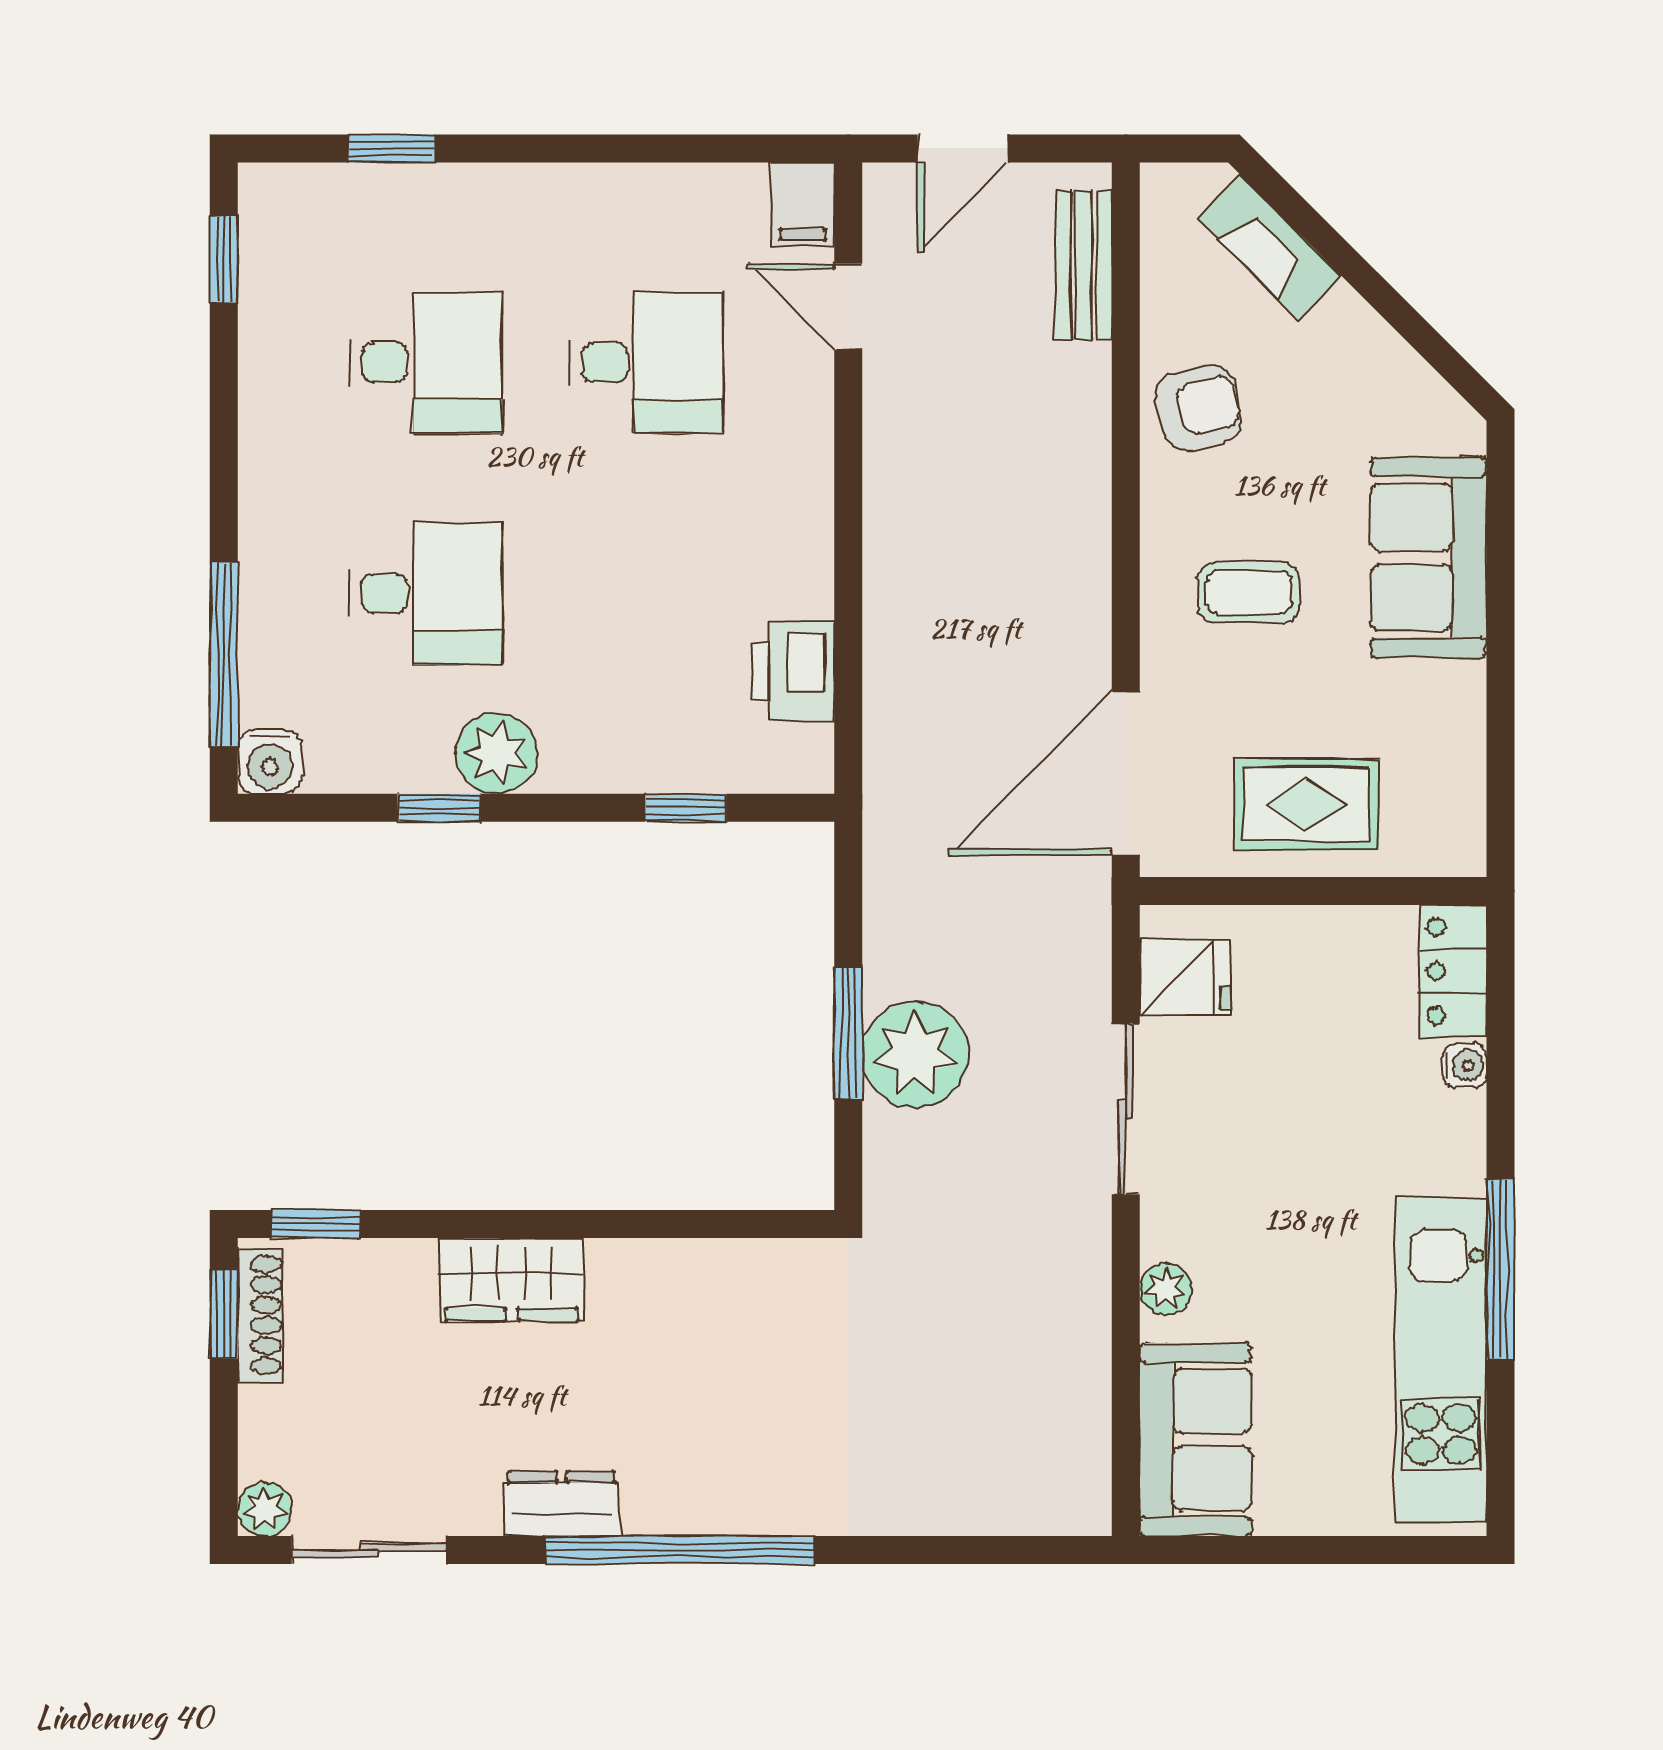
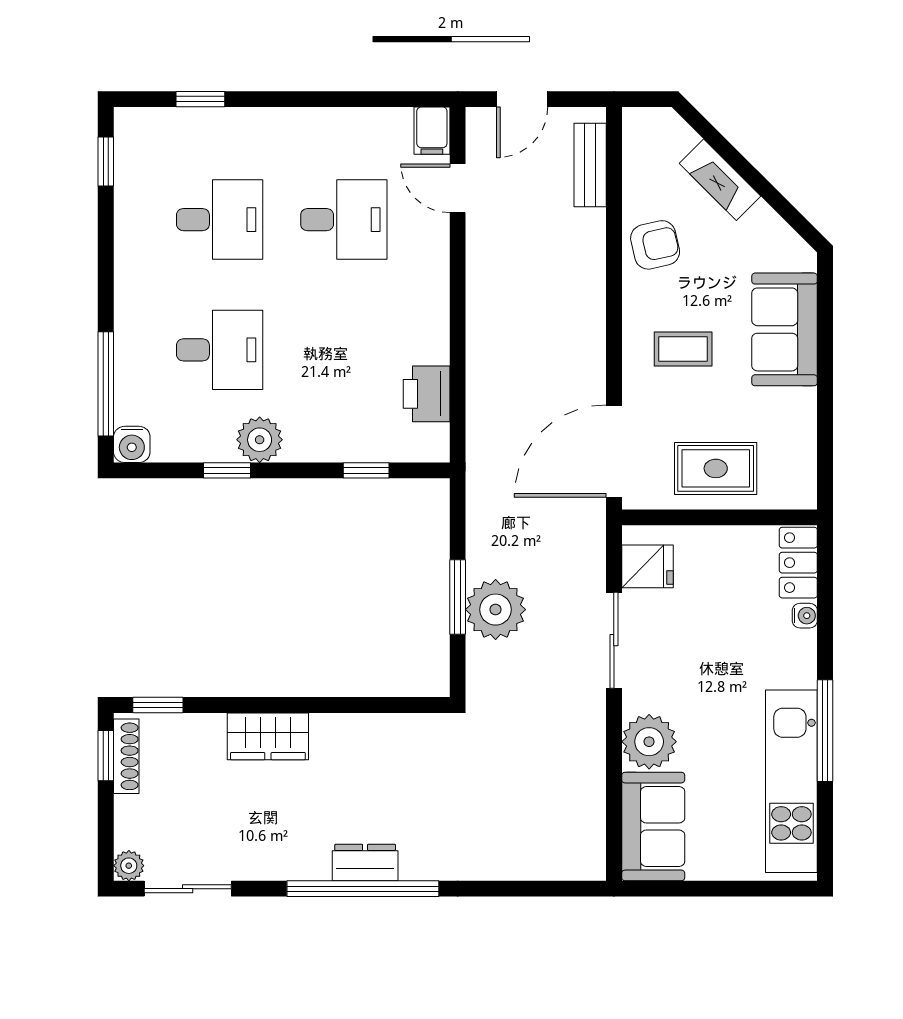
fireplace: (1269, 247) -> (720, 180), moved
plant: (1166, 1289) -> (649, 742), width x1.88, depth x1.88
dresser: (562, 1503) -> (365, 862), moved

